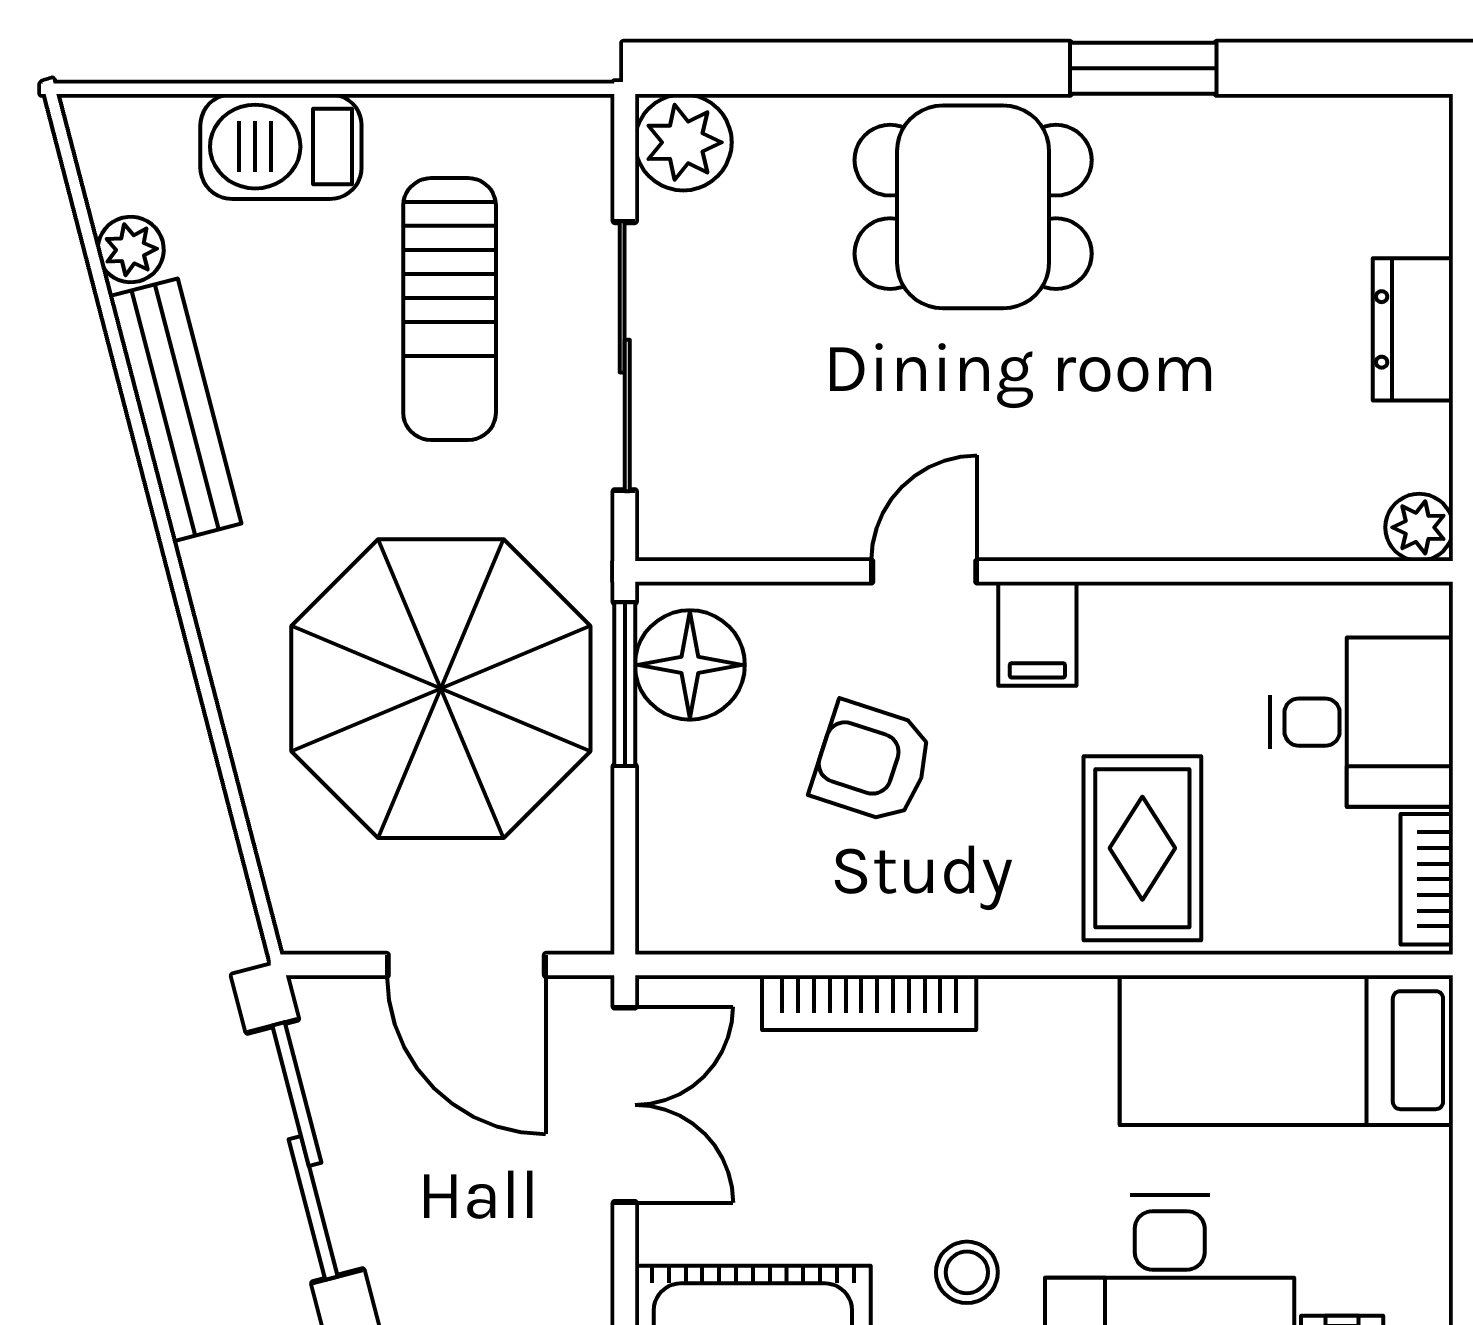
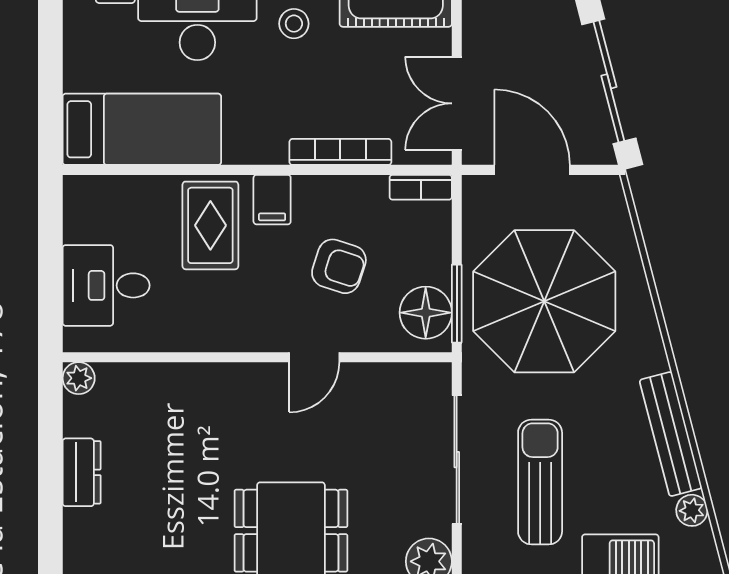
filing cabinet: (1037, 634) -> (272, 200), moved, turned 180
bookcase: (1427, 879) -> (421, 187), moved, turned 90

